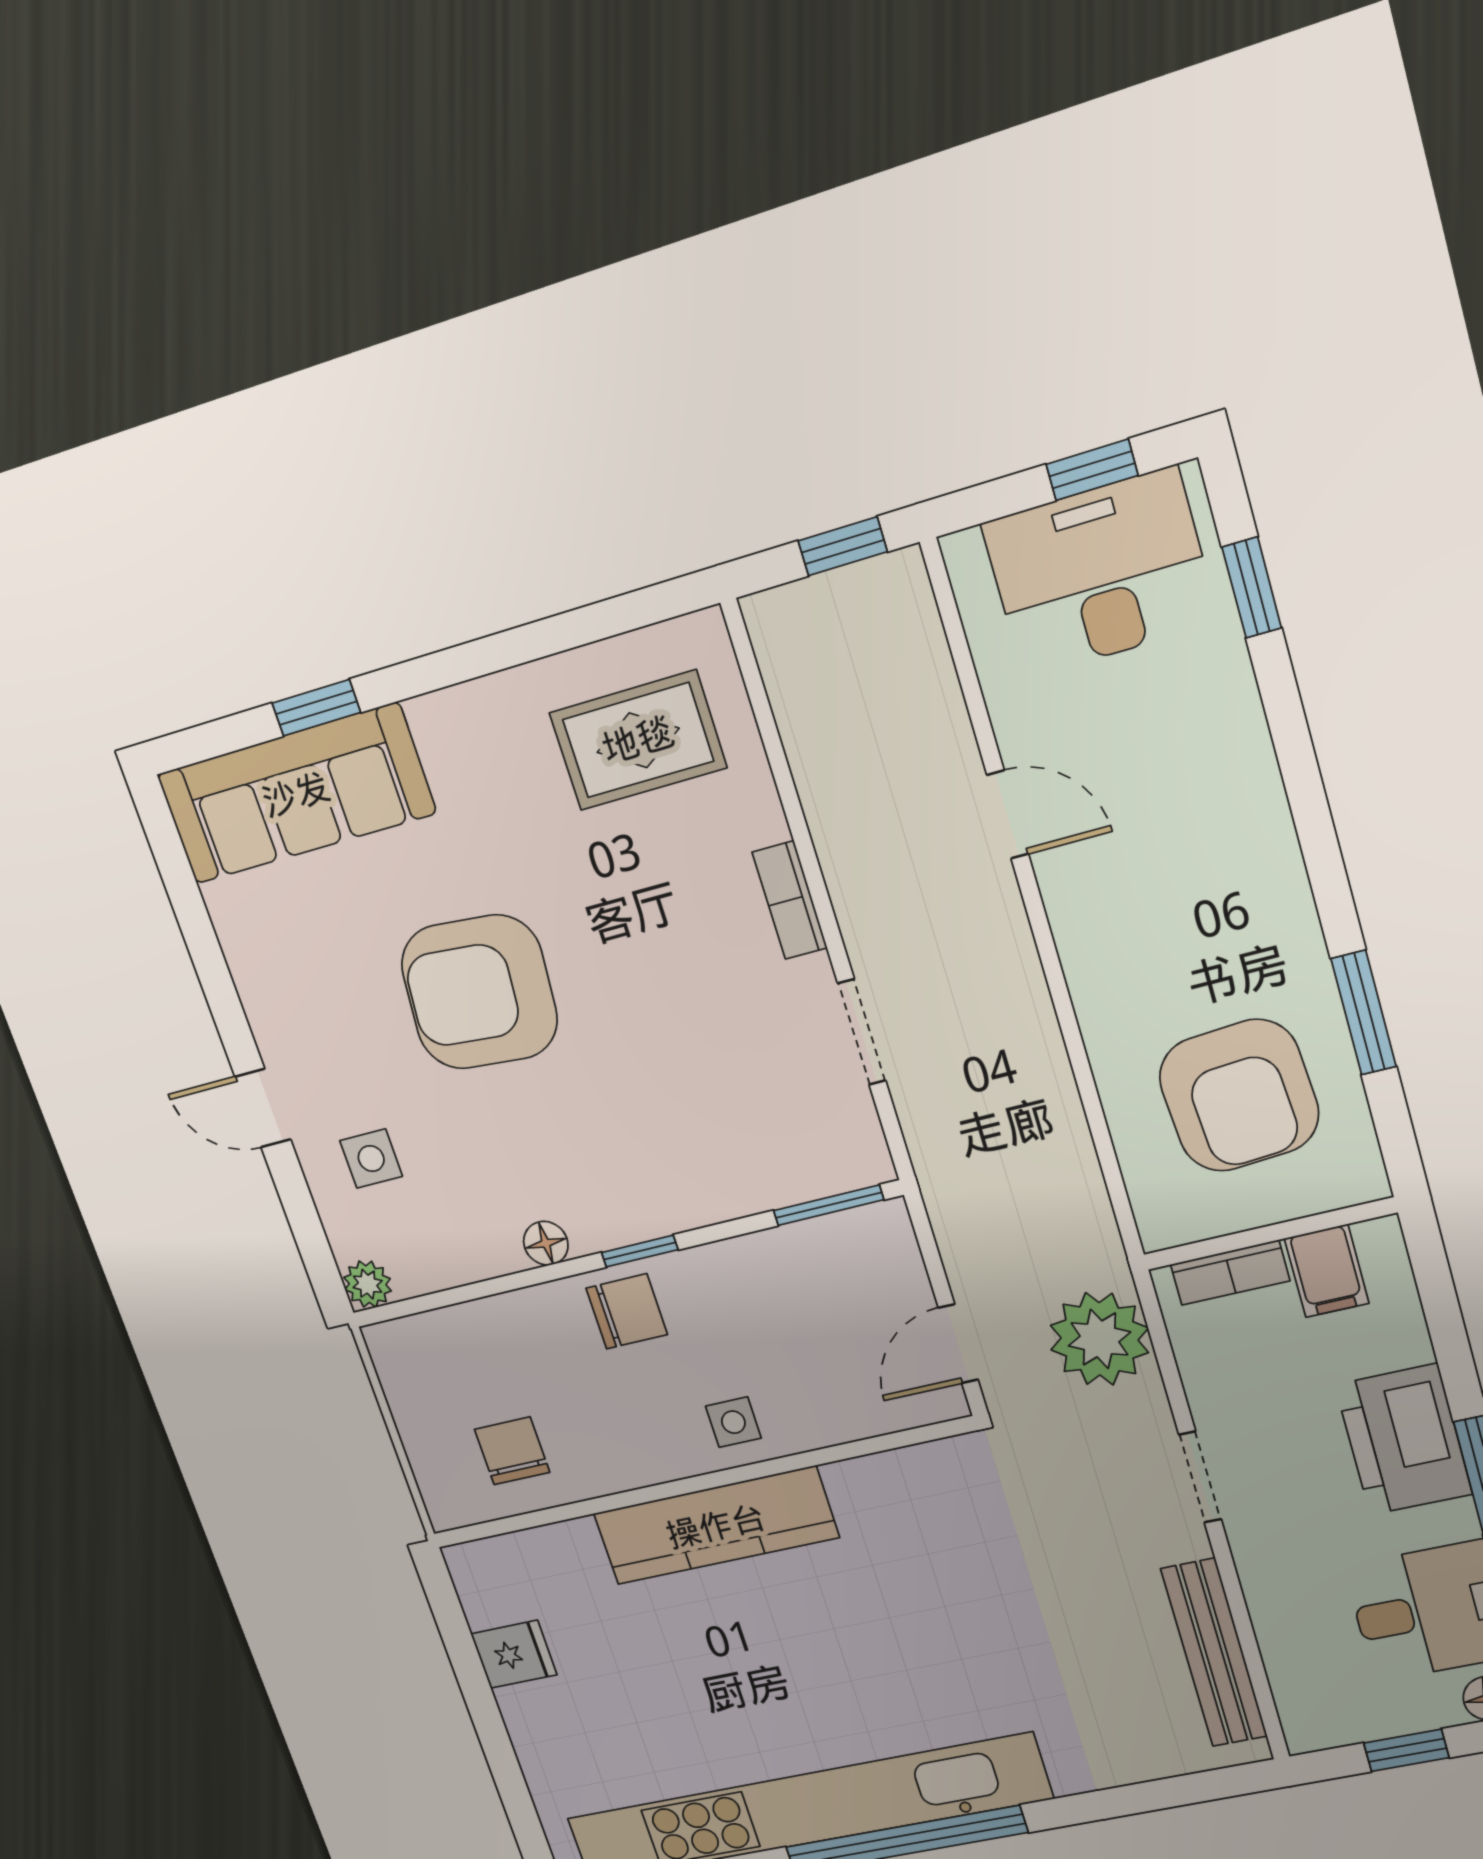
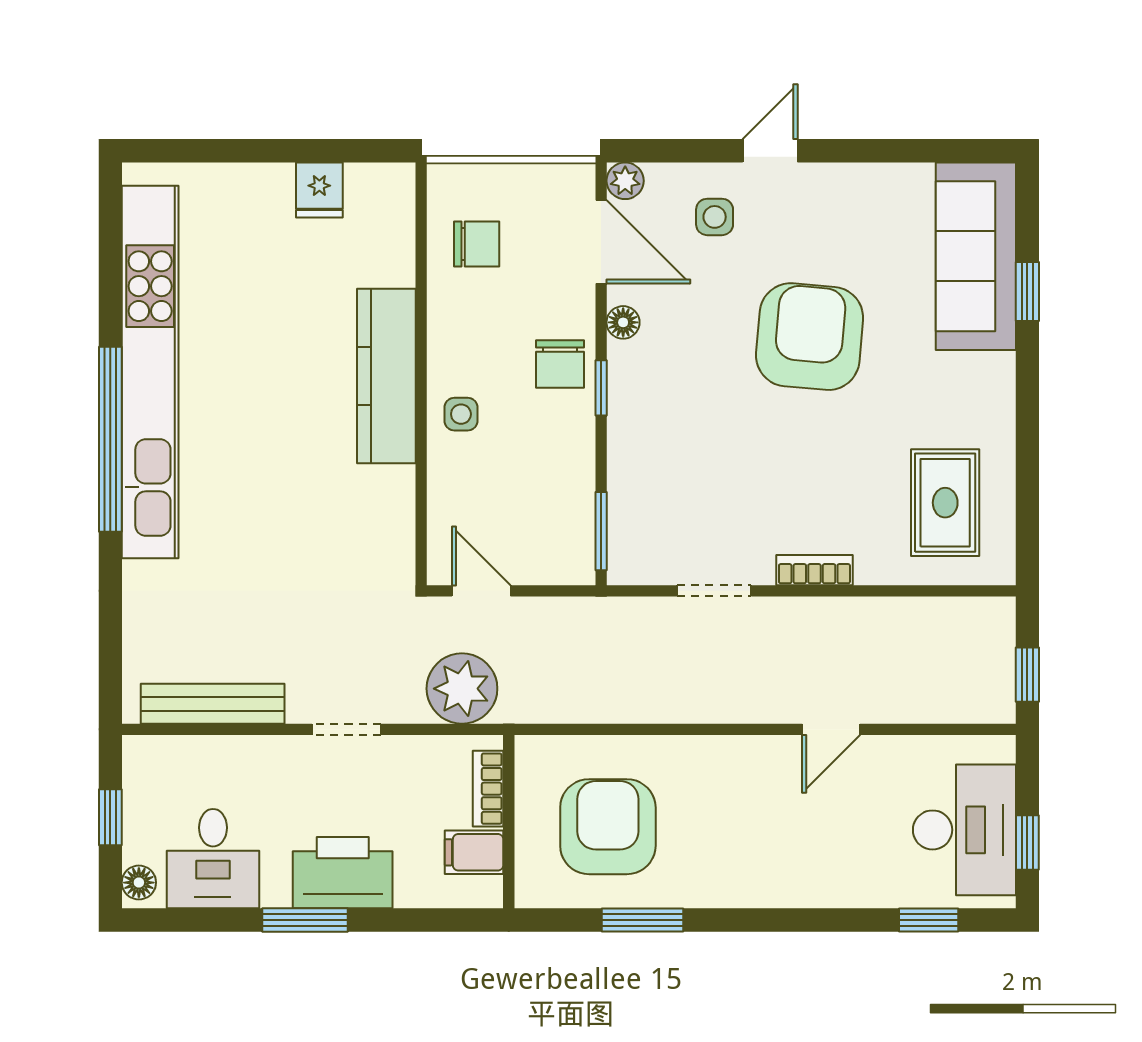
armchair: (1239, 1096) -> (608, 827), turned 94
door: (454, 1296) -> (601, 242), added

